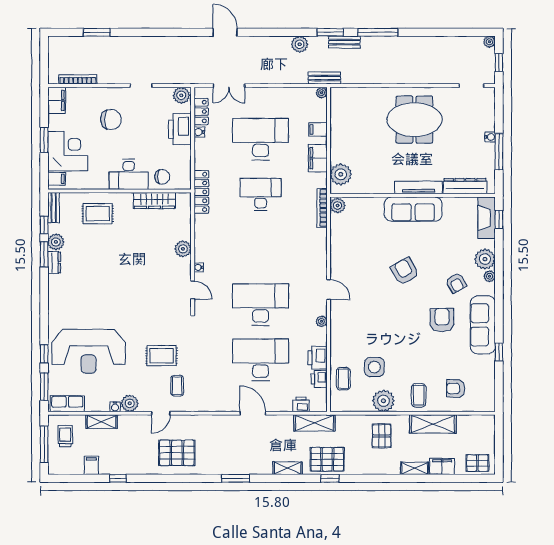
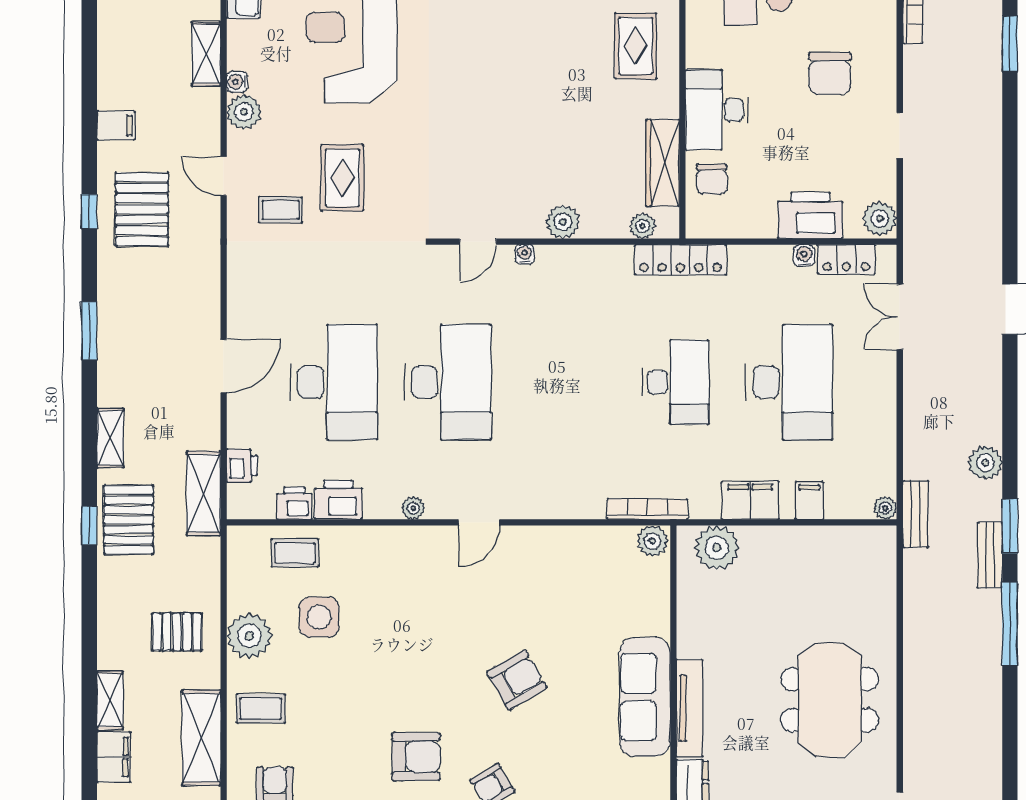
plant: (185, 210) -> (642, 226), added
filing cabinet: (91, 465) -> (116, 126), moved
window: (118, 478) -> (89, 212), moved

